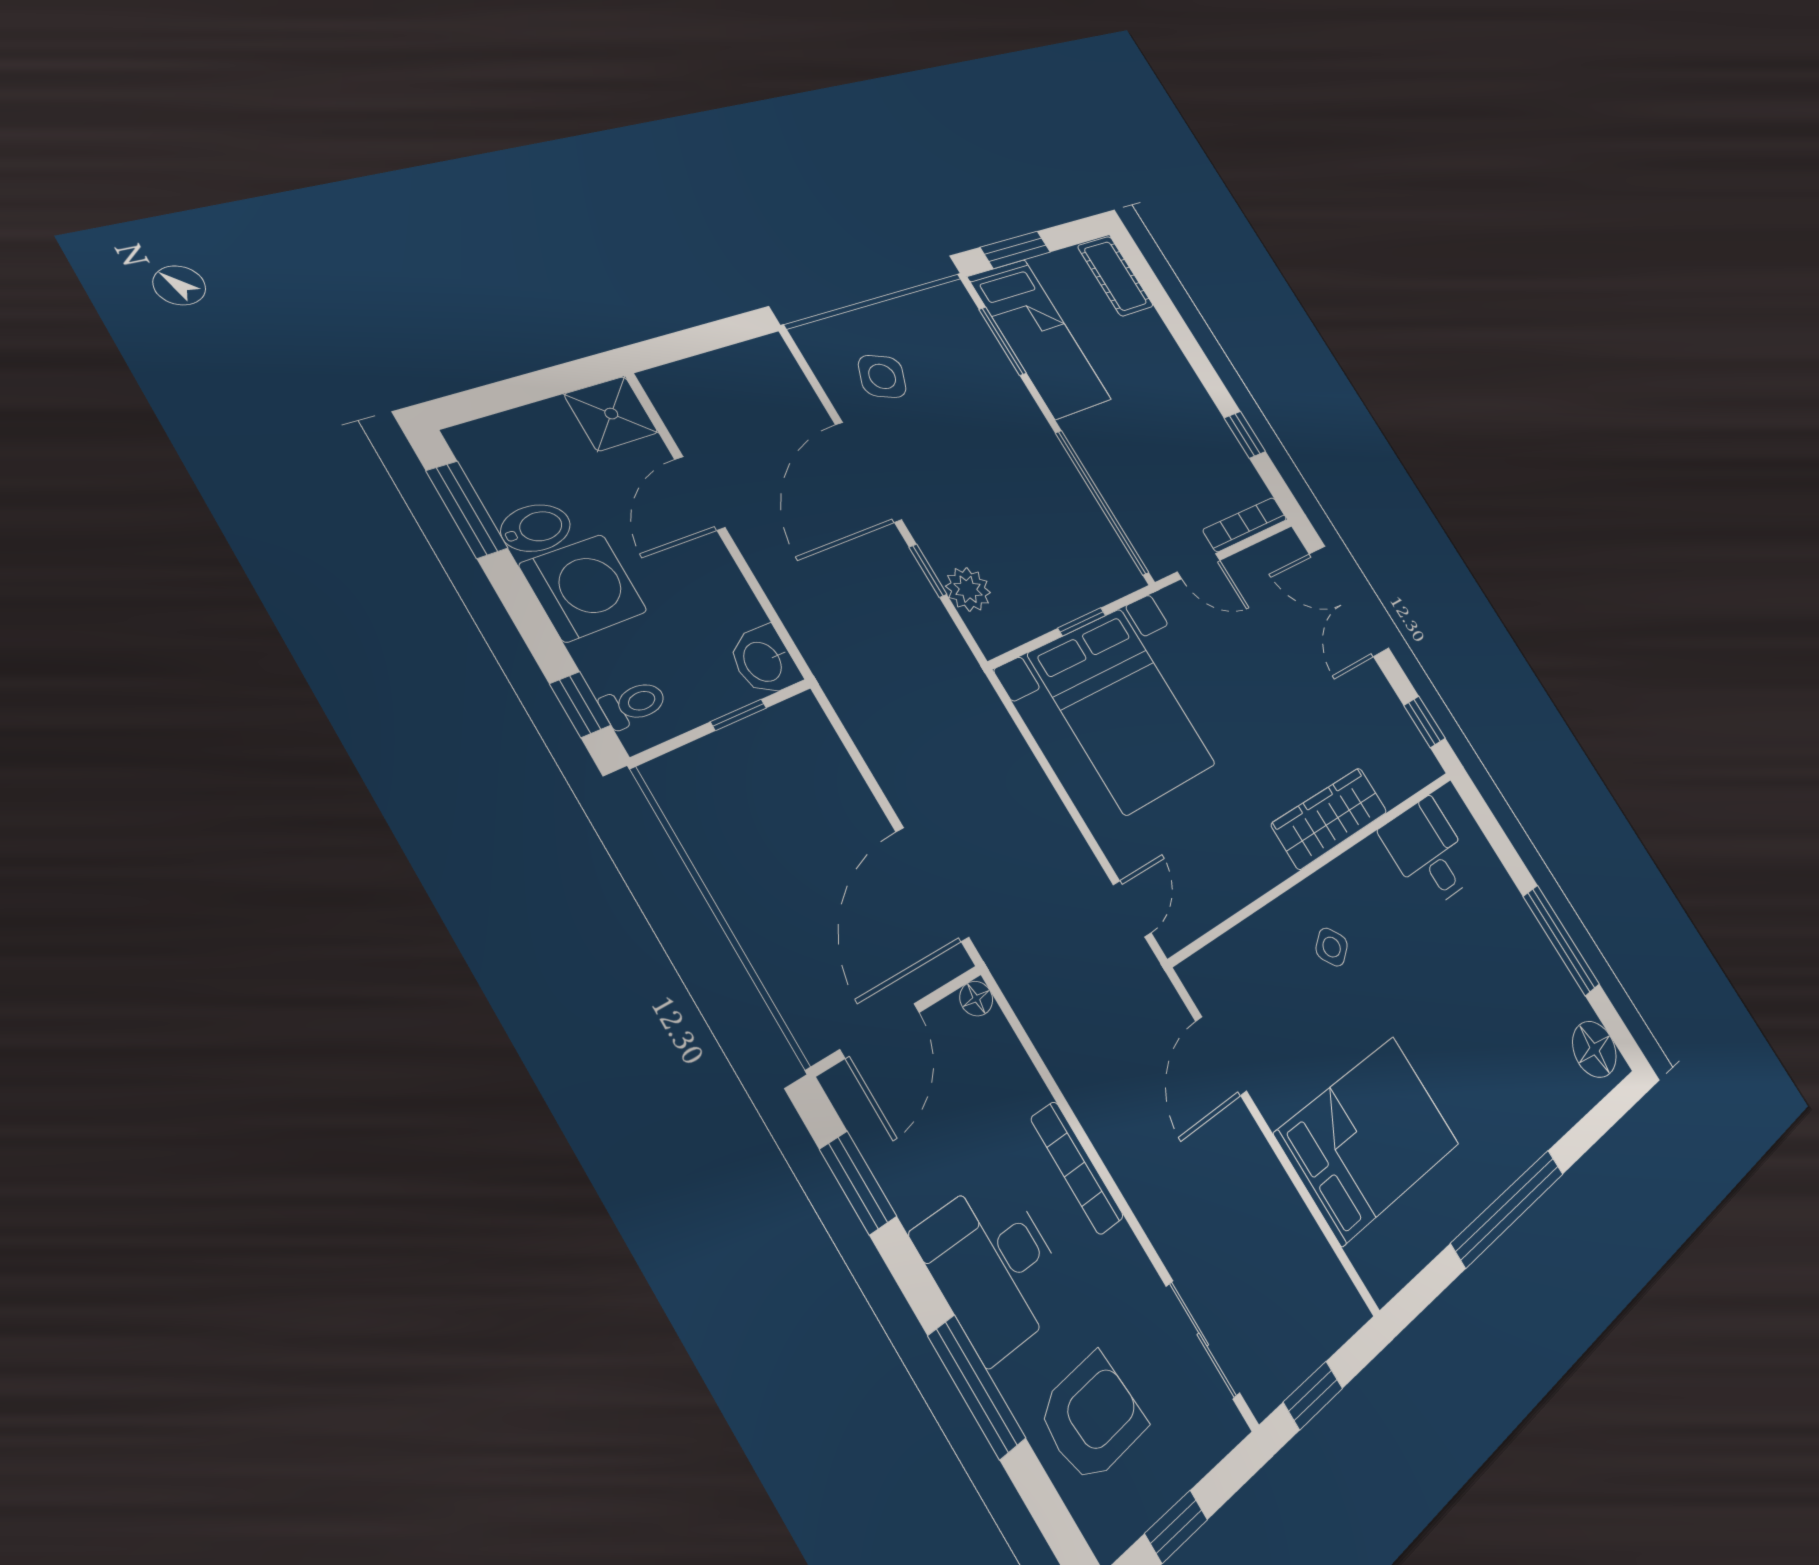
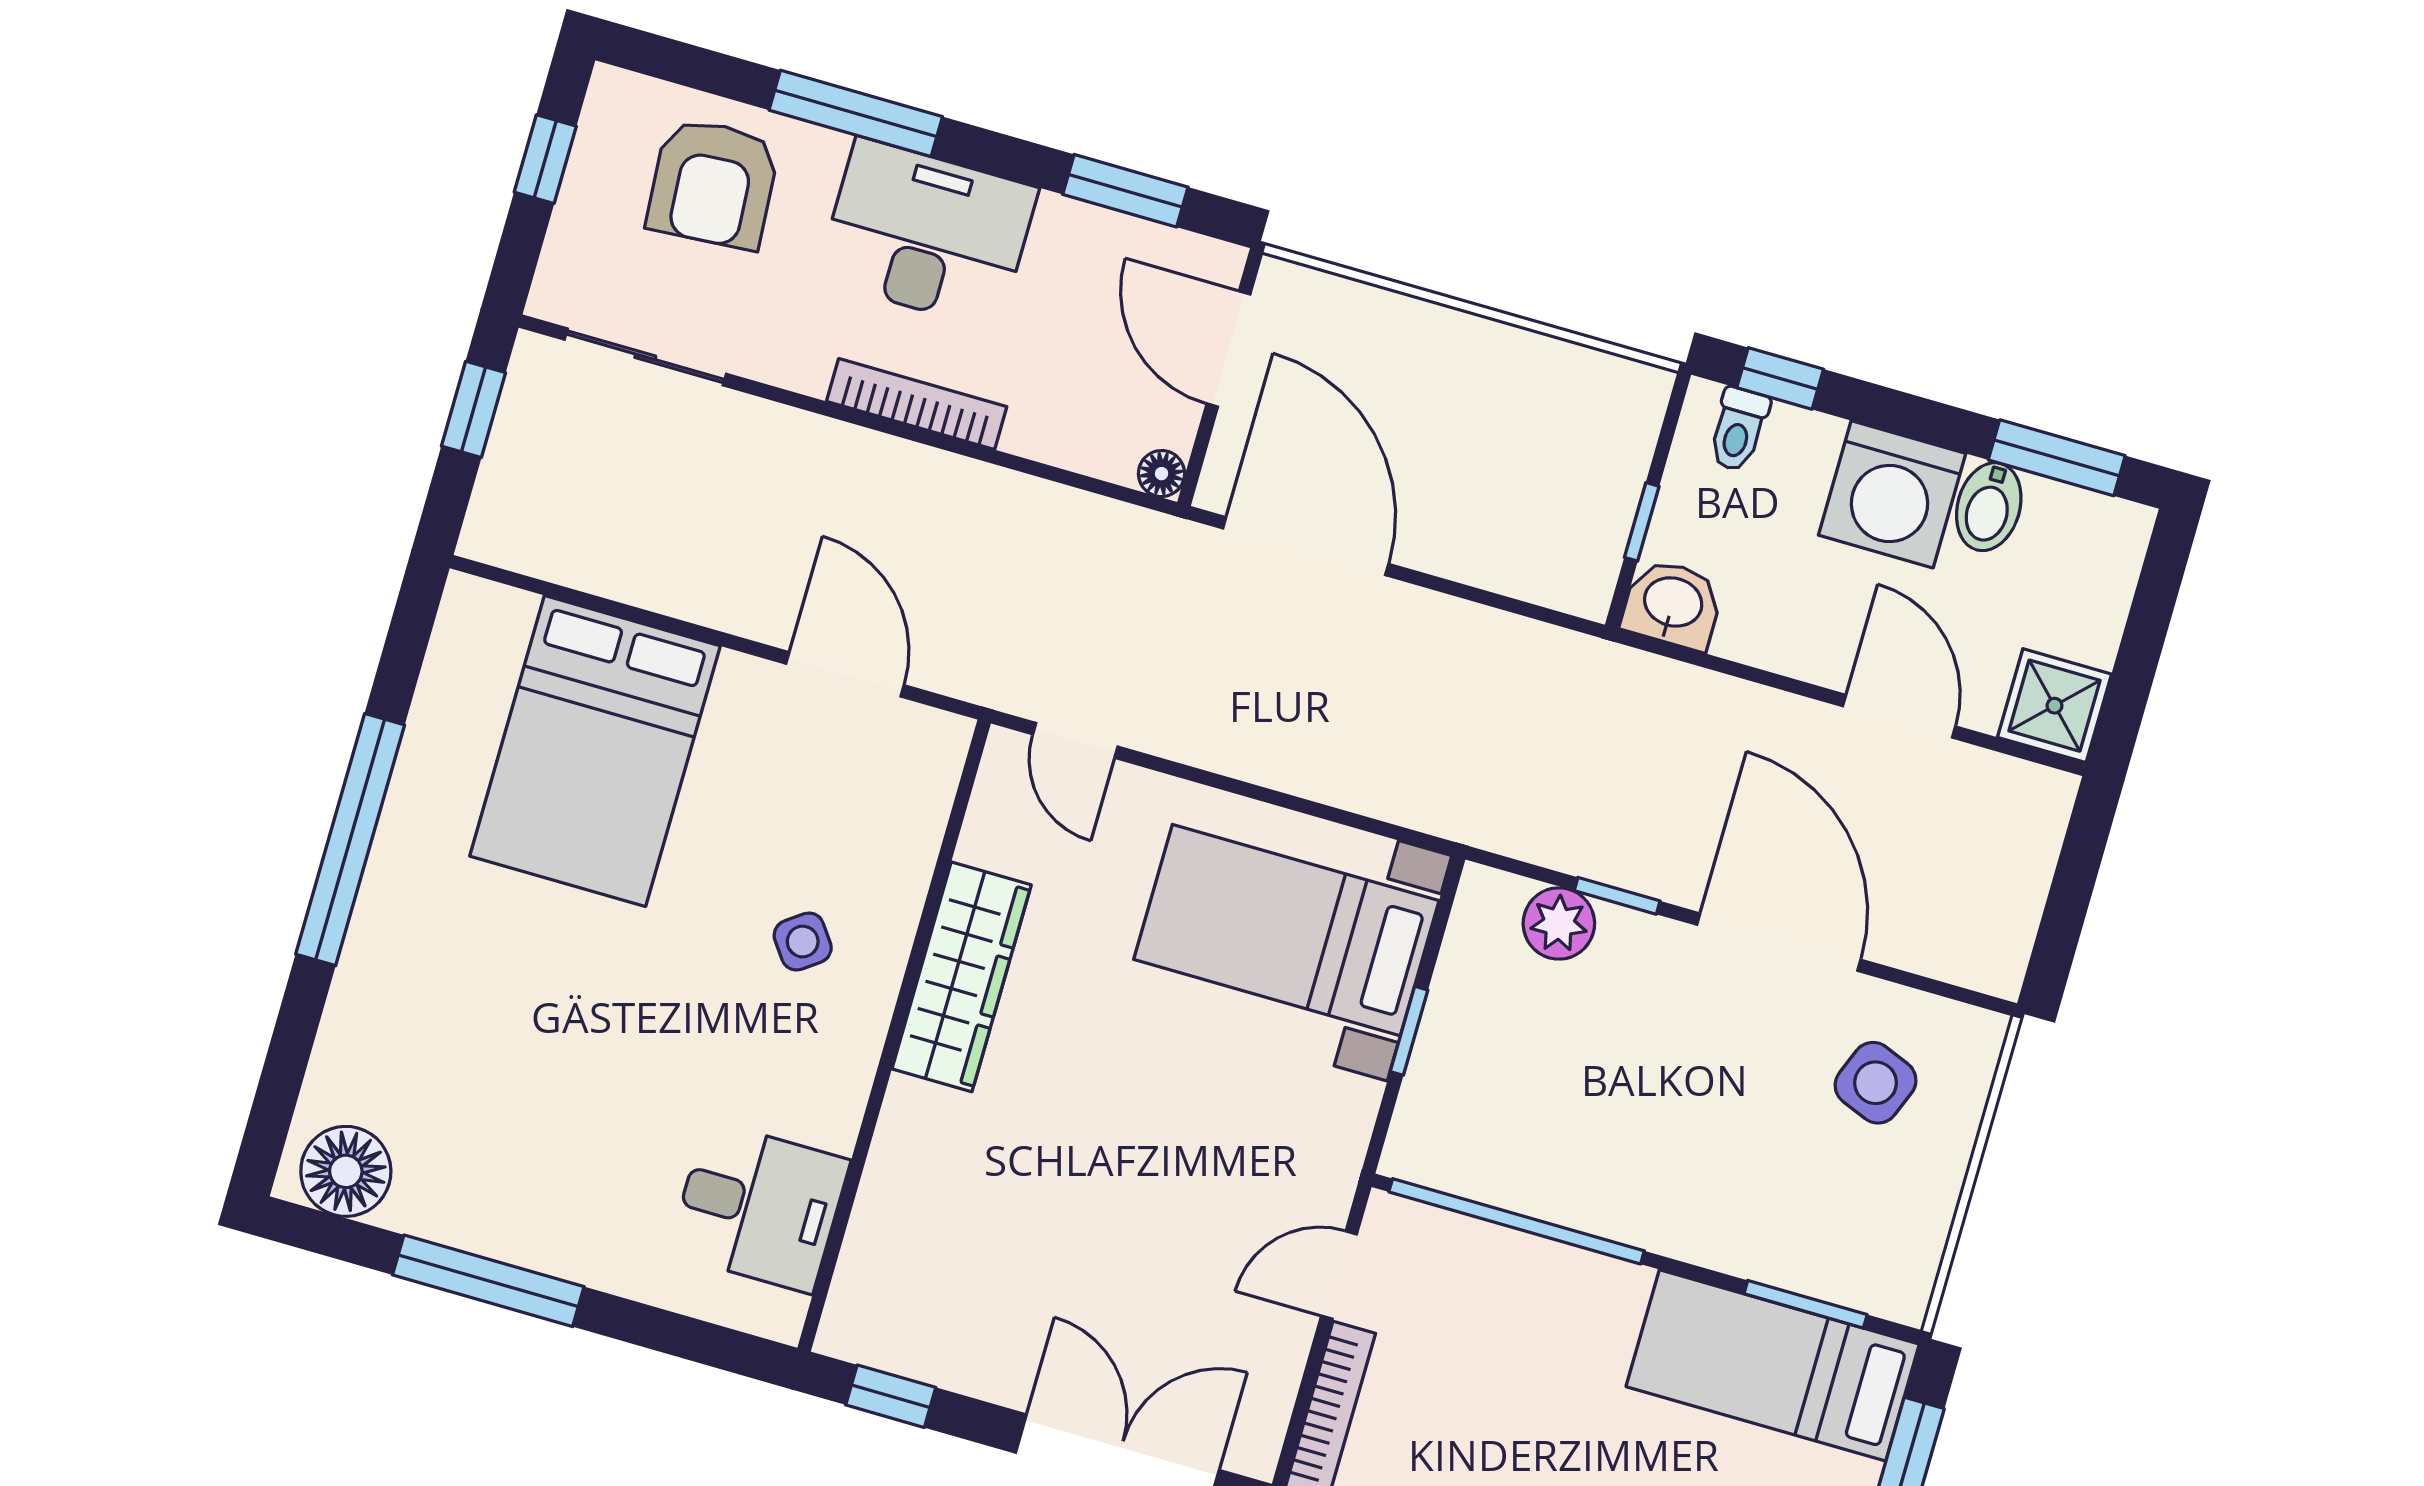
bed with nightstands: (1123, 710) -> (1286, 930), width x0.73
wardrobe: (1330, 818) -> (962, 977), moved

